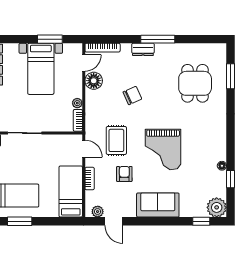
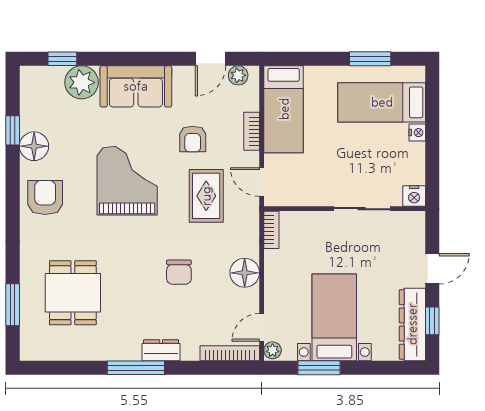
floor lamp: (94, 81) -> (245, 273), moved
chair: (132, 95) -> (179, 272), turned -66
plant: (77, 103) -> (273, 350), moved
armchair: (211, 139) -> (45, 198), added
floor lamp: (222, 166) -> (34, 146), width x1.89, depth x1.89
plant: (217, 207) -> (82, 82), moved
door: (114, 221) -> (210, 59), swing flipped

